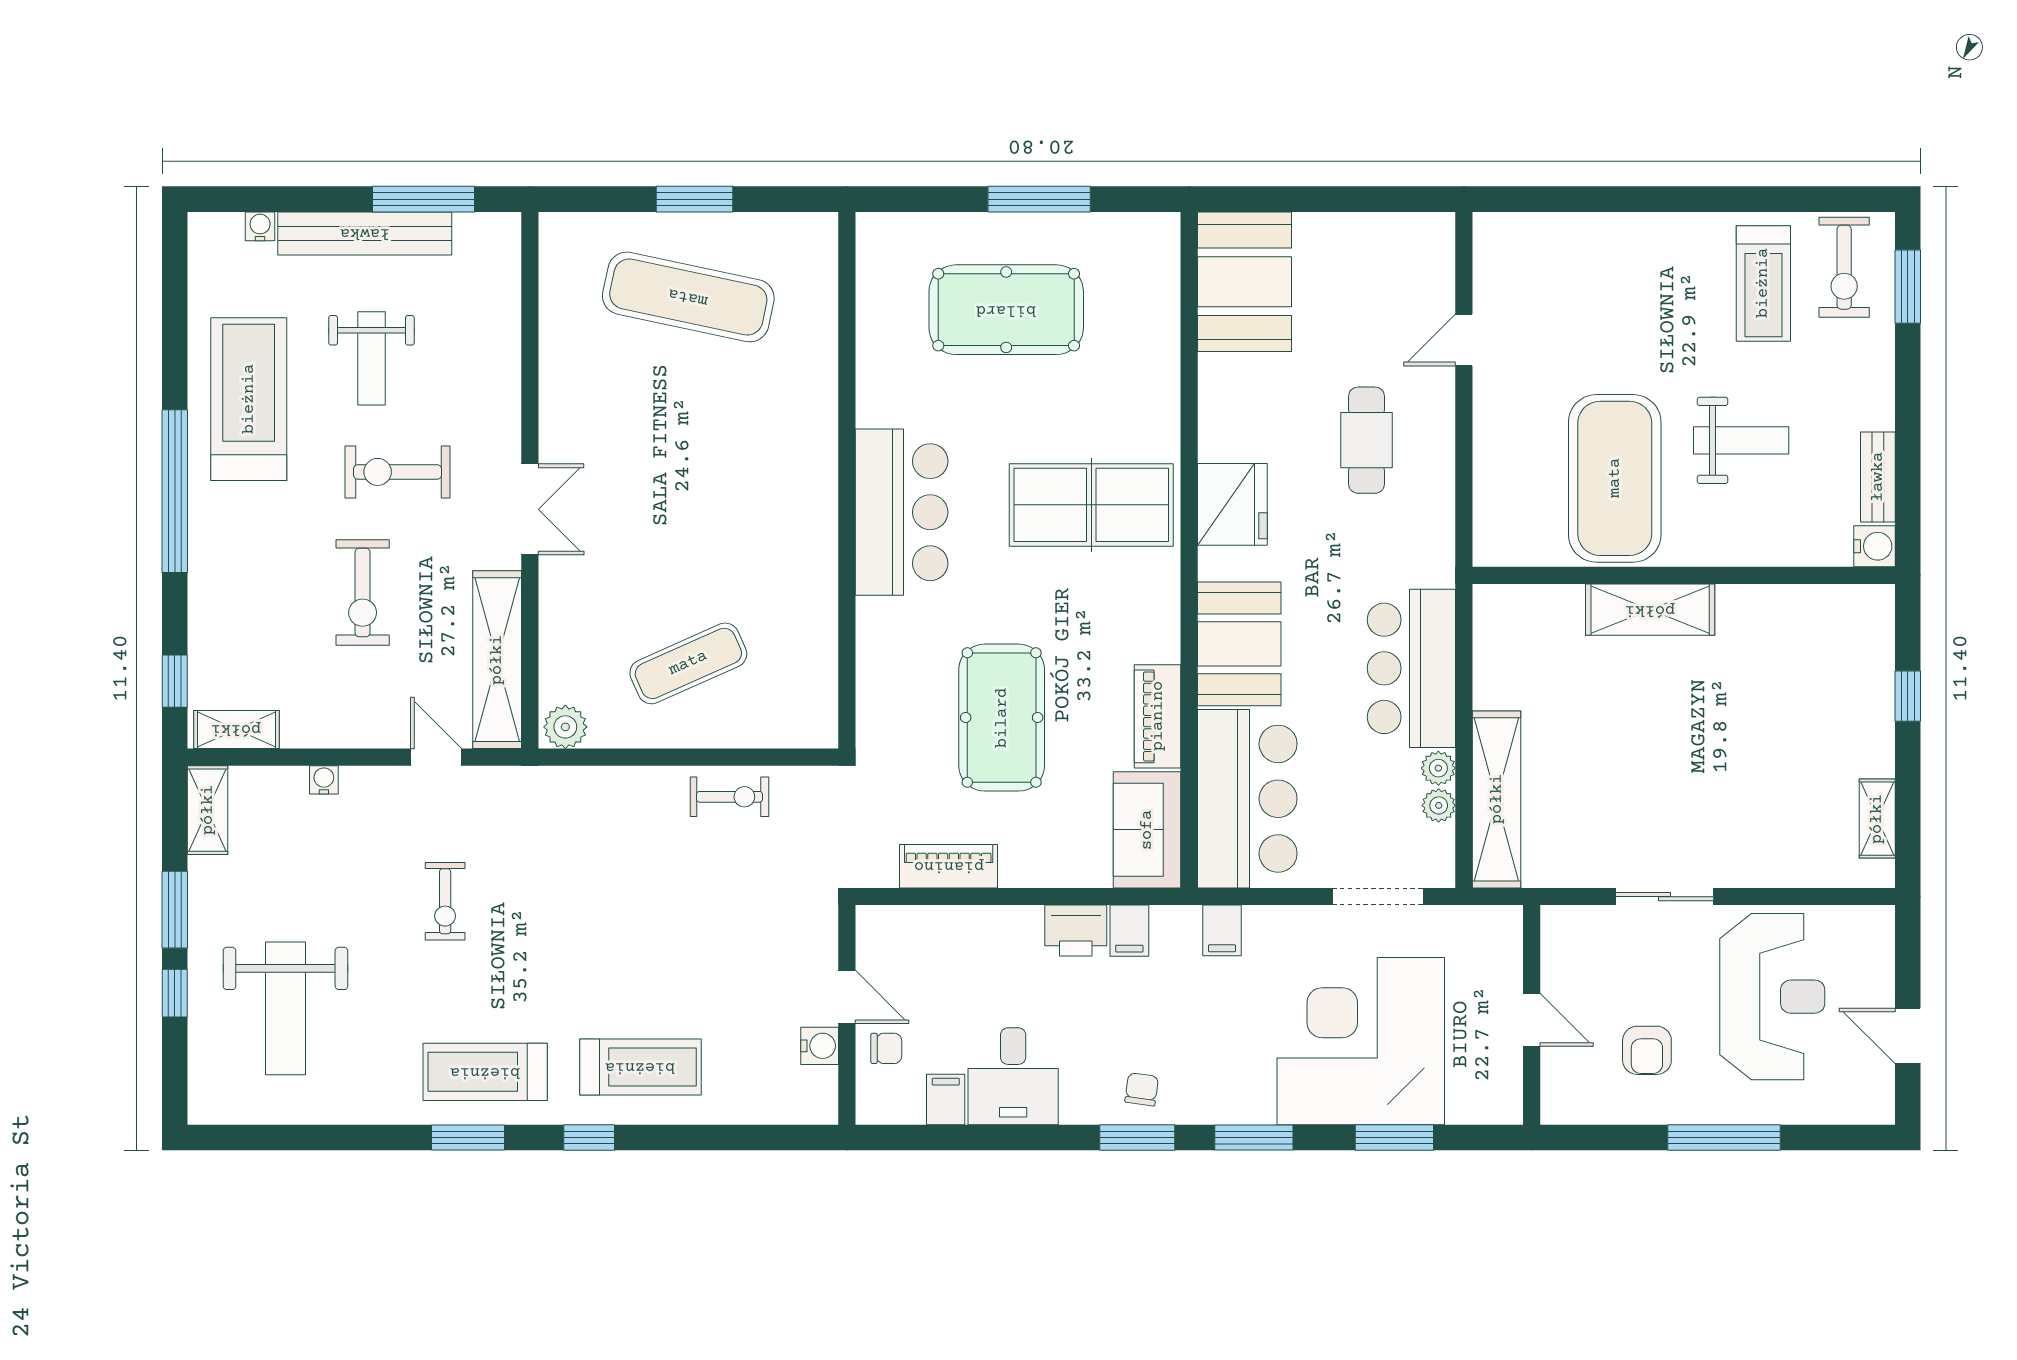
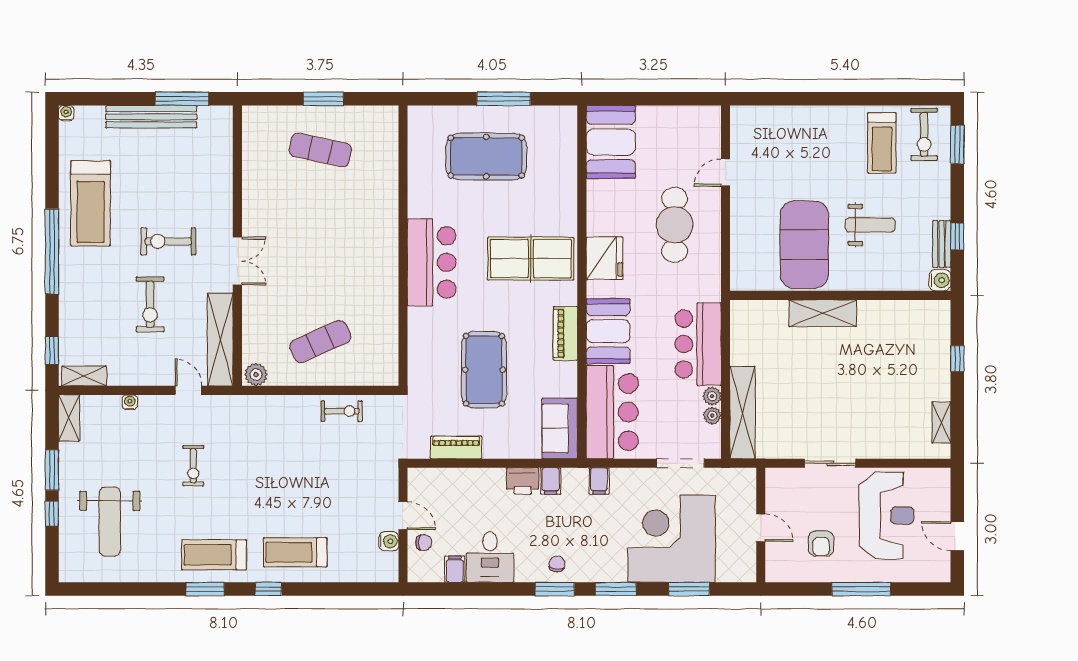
water cooler: (260, 226) -> (66, 113), moved
exercise mat: (688, 297) -> (320, 150), width x0.73, depth x0.69
weight bench: (371, 358) -> (155, 182), removed
treadmill: (249, 399) -> (91, 203), turned 180
cafe table: (1366, 440) -> (675, 225), width x1.37, depth x1.35
window: (1908, 462) -> (957, 236), added
piano: (1158, 716) -> (565, 333), moved
treadmill: (640, 1067) -> (295, 552), turned 180

